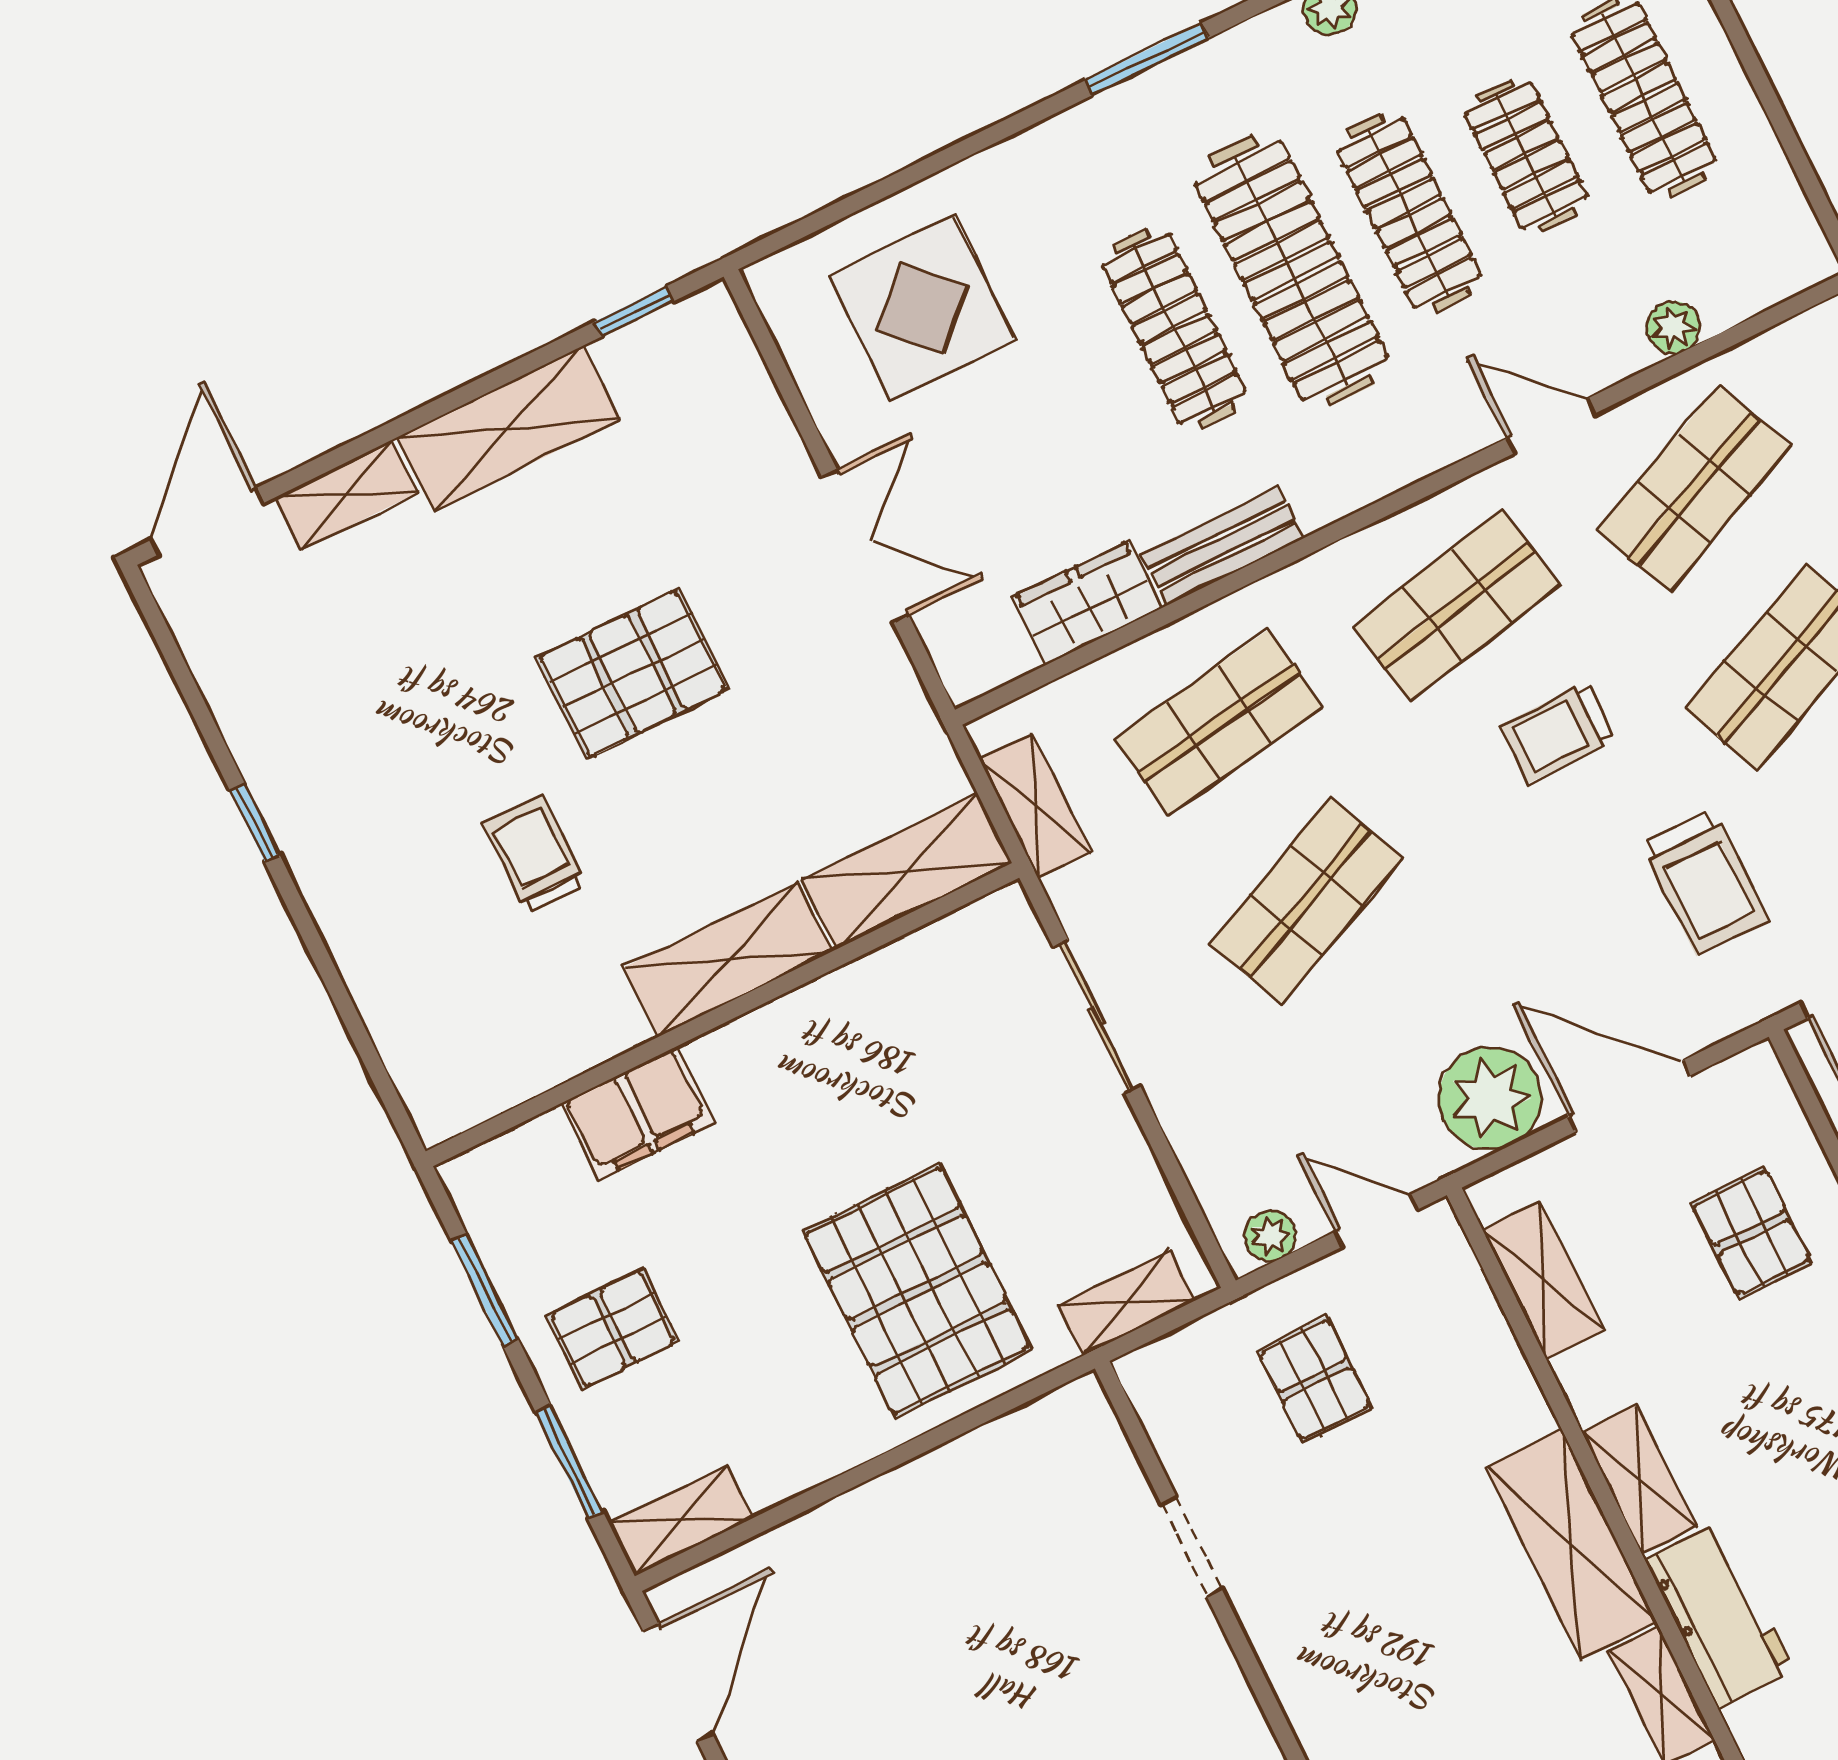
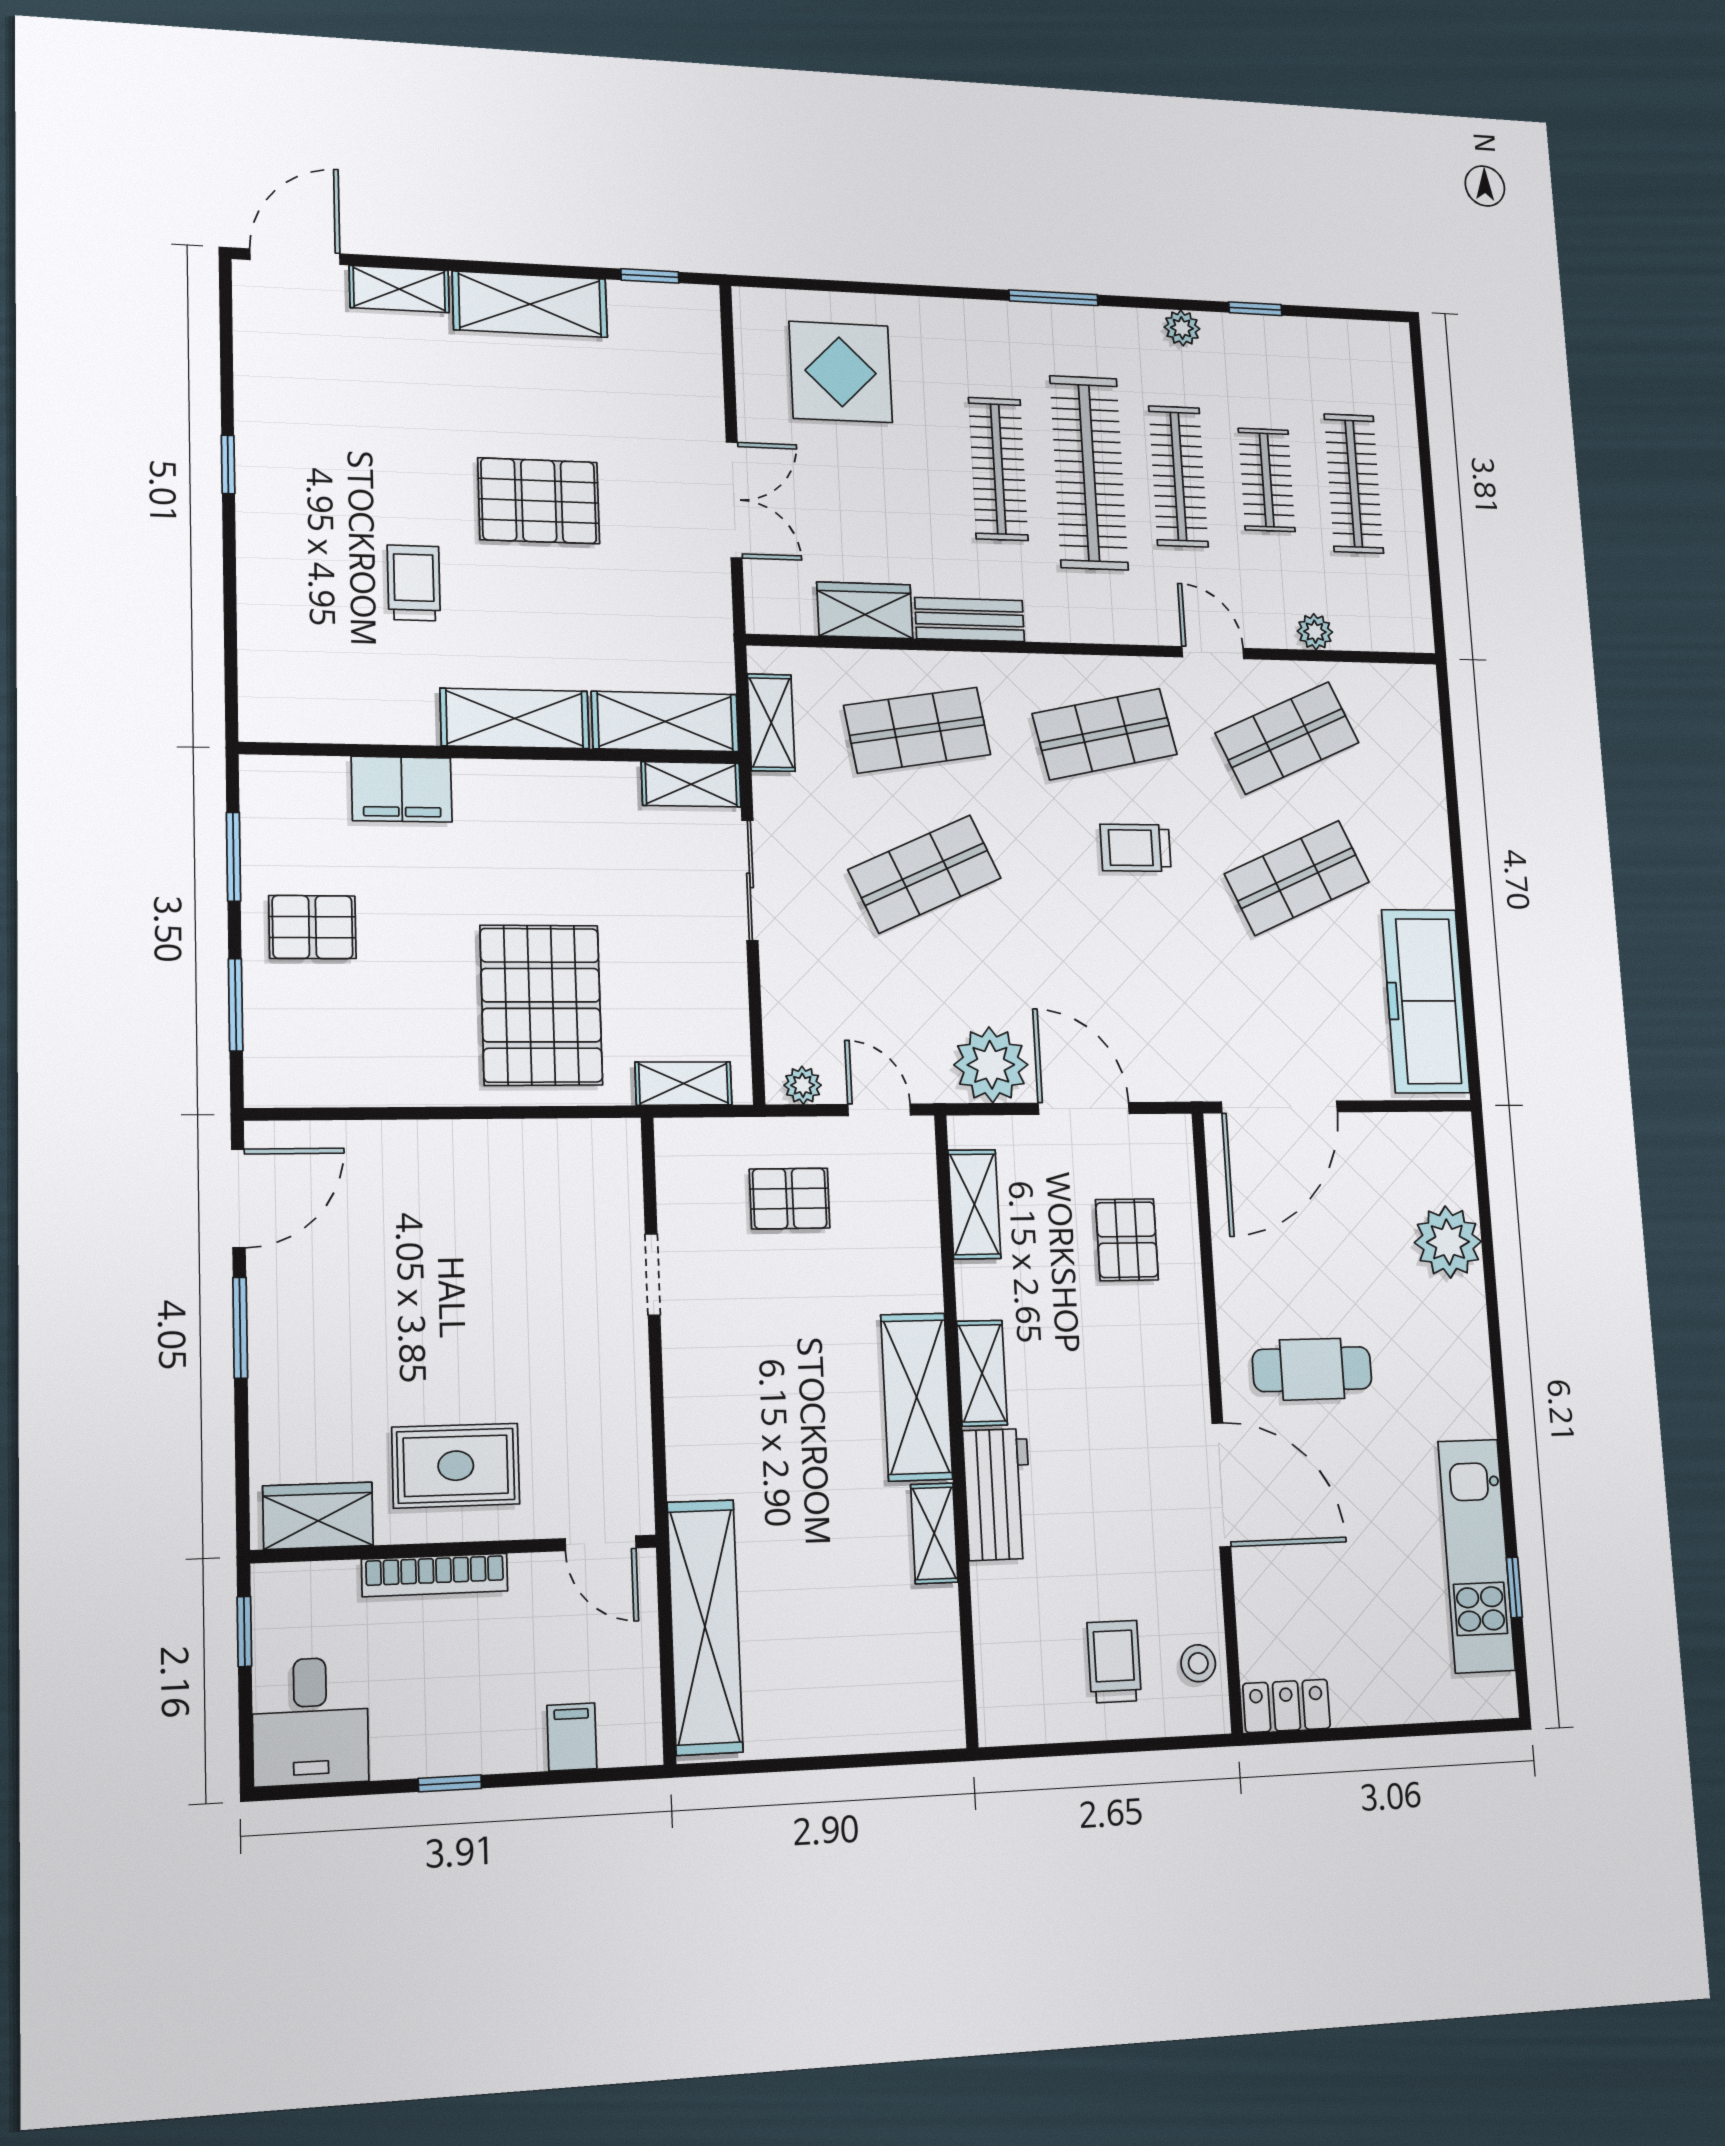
trolley: (1705, 882) -> (1191, 992), removed
pallet: (1315, 1380) -> (790, 1199), turned 90
shelving: (681, 1521) -> (691, 784), moved

